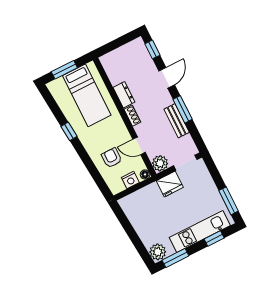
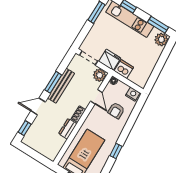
bench: (177, 121) -> (61, 86), width x1.36
nightstand: (130, 180) -> (133, 94), moved
dishwasher: (151, 193) -> (124, 69), added

